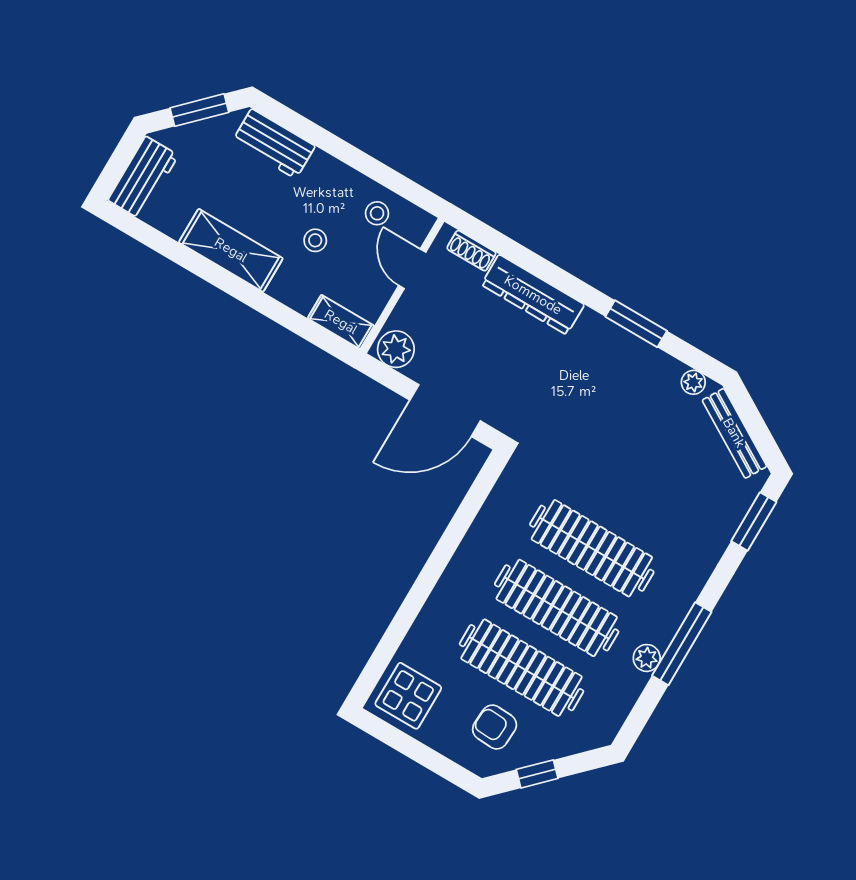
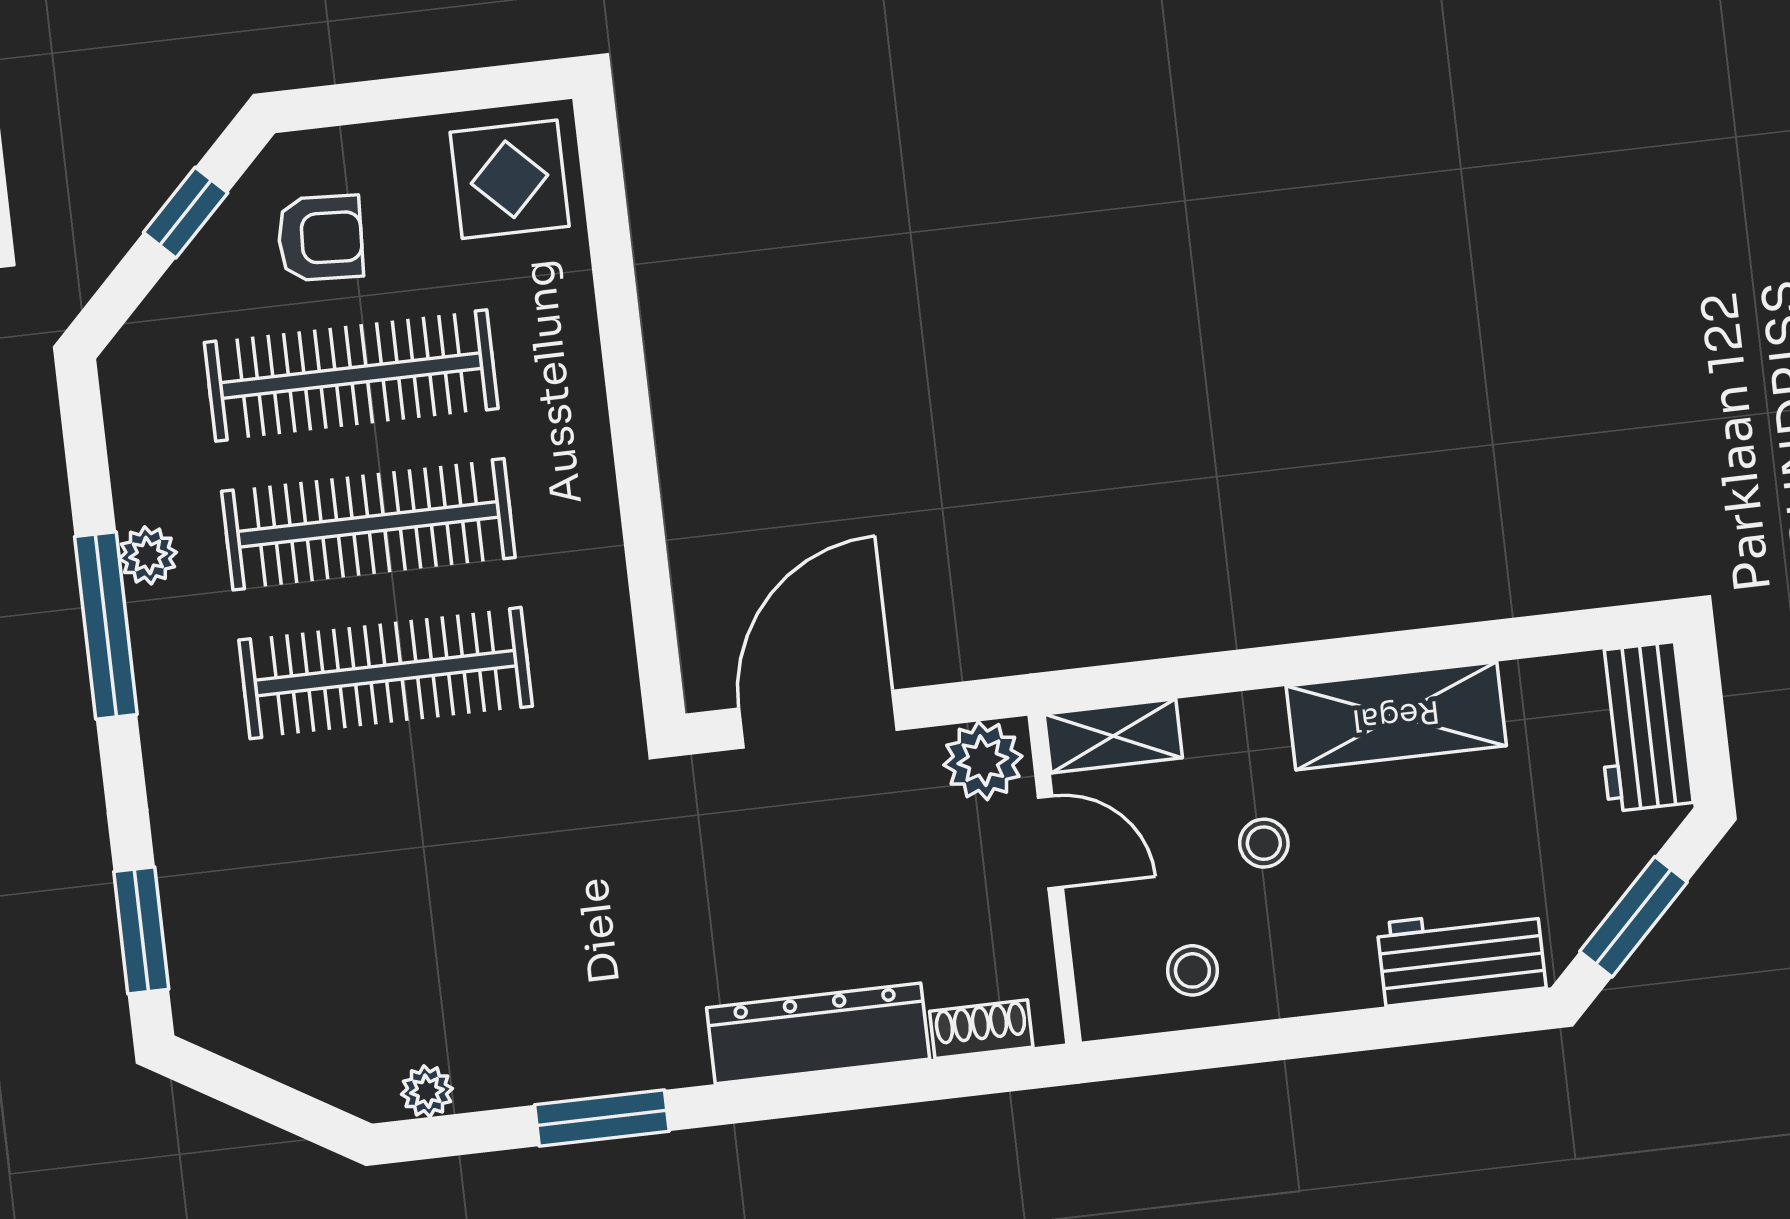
door: (412, 269) -> (1050, 842), moved
bench: (734, 433) -> (289, 1057), removed

